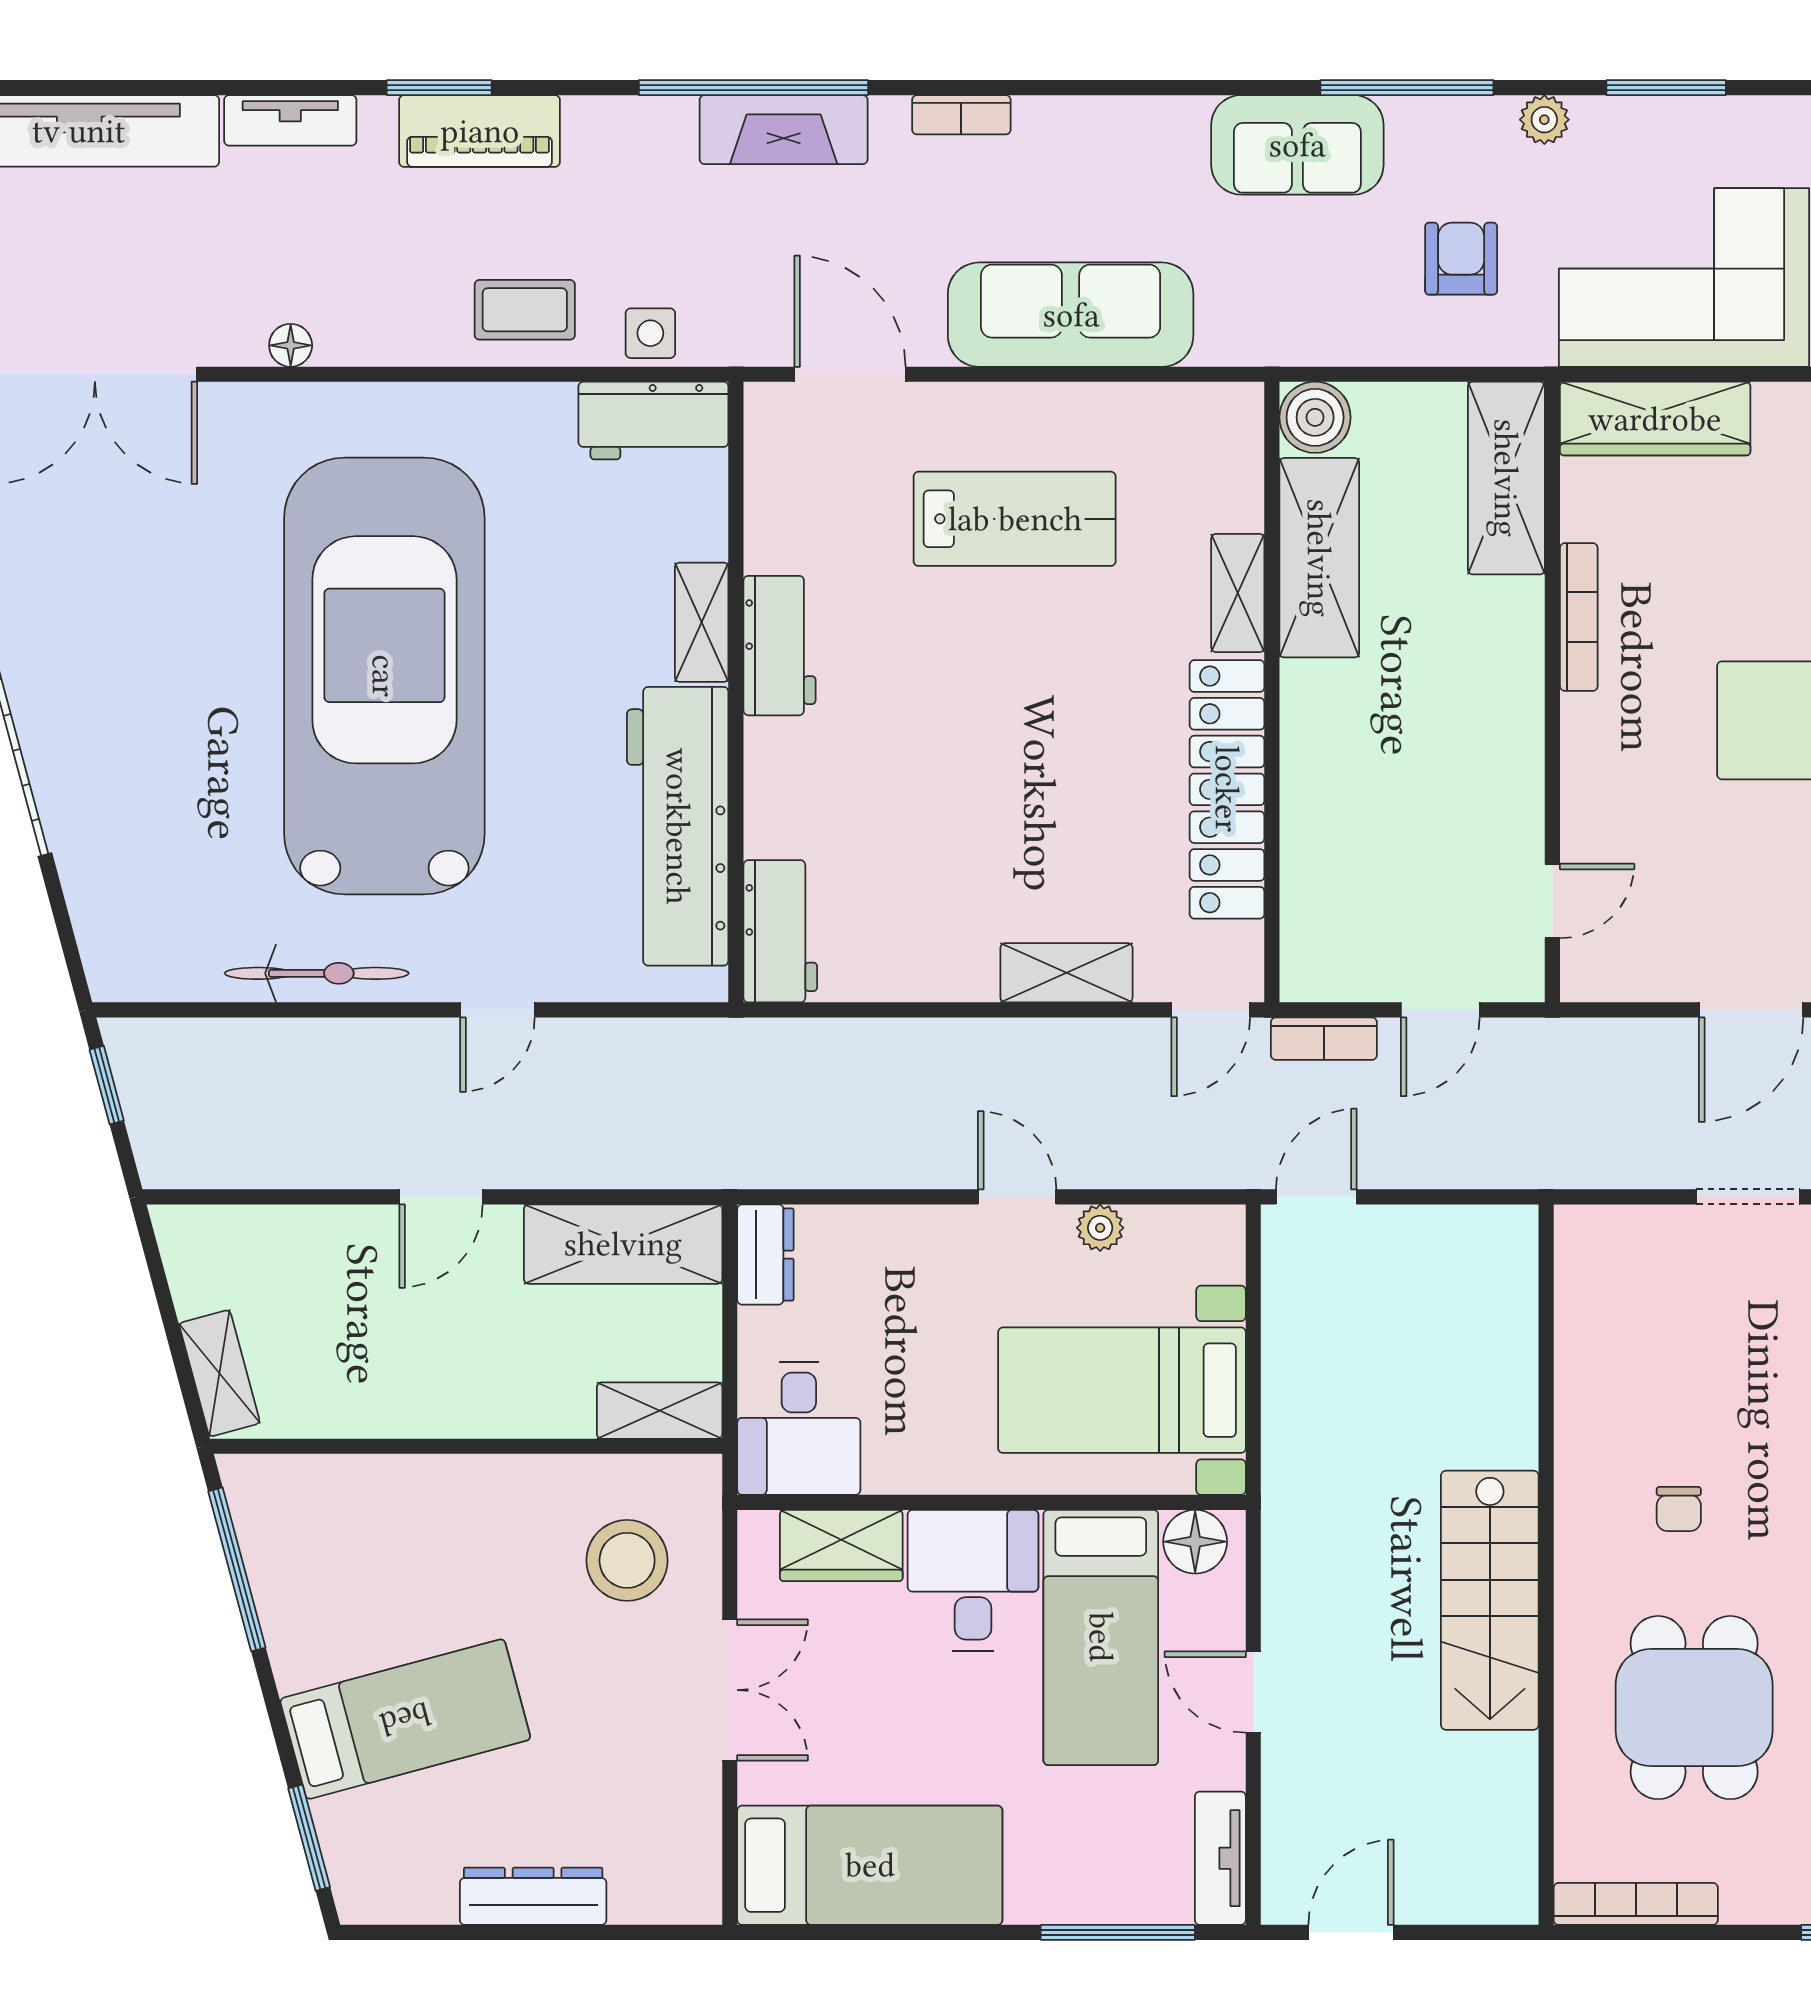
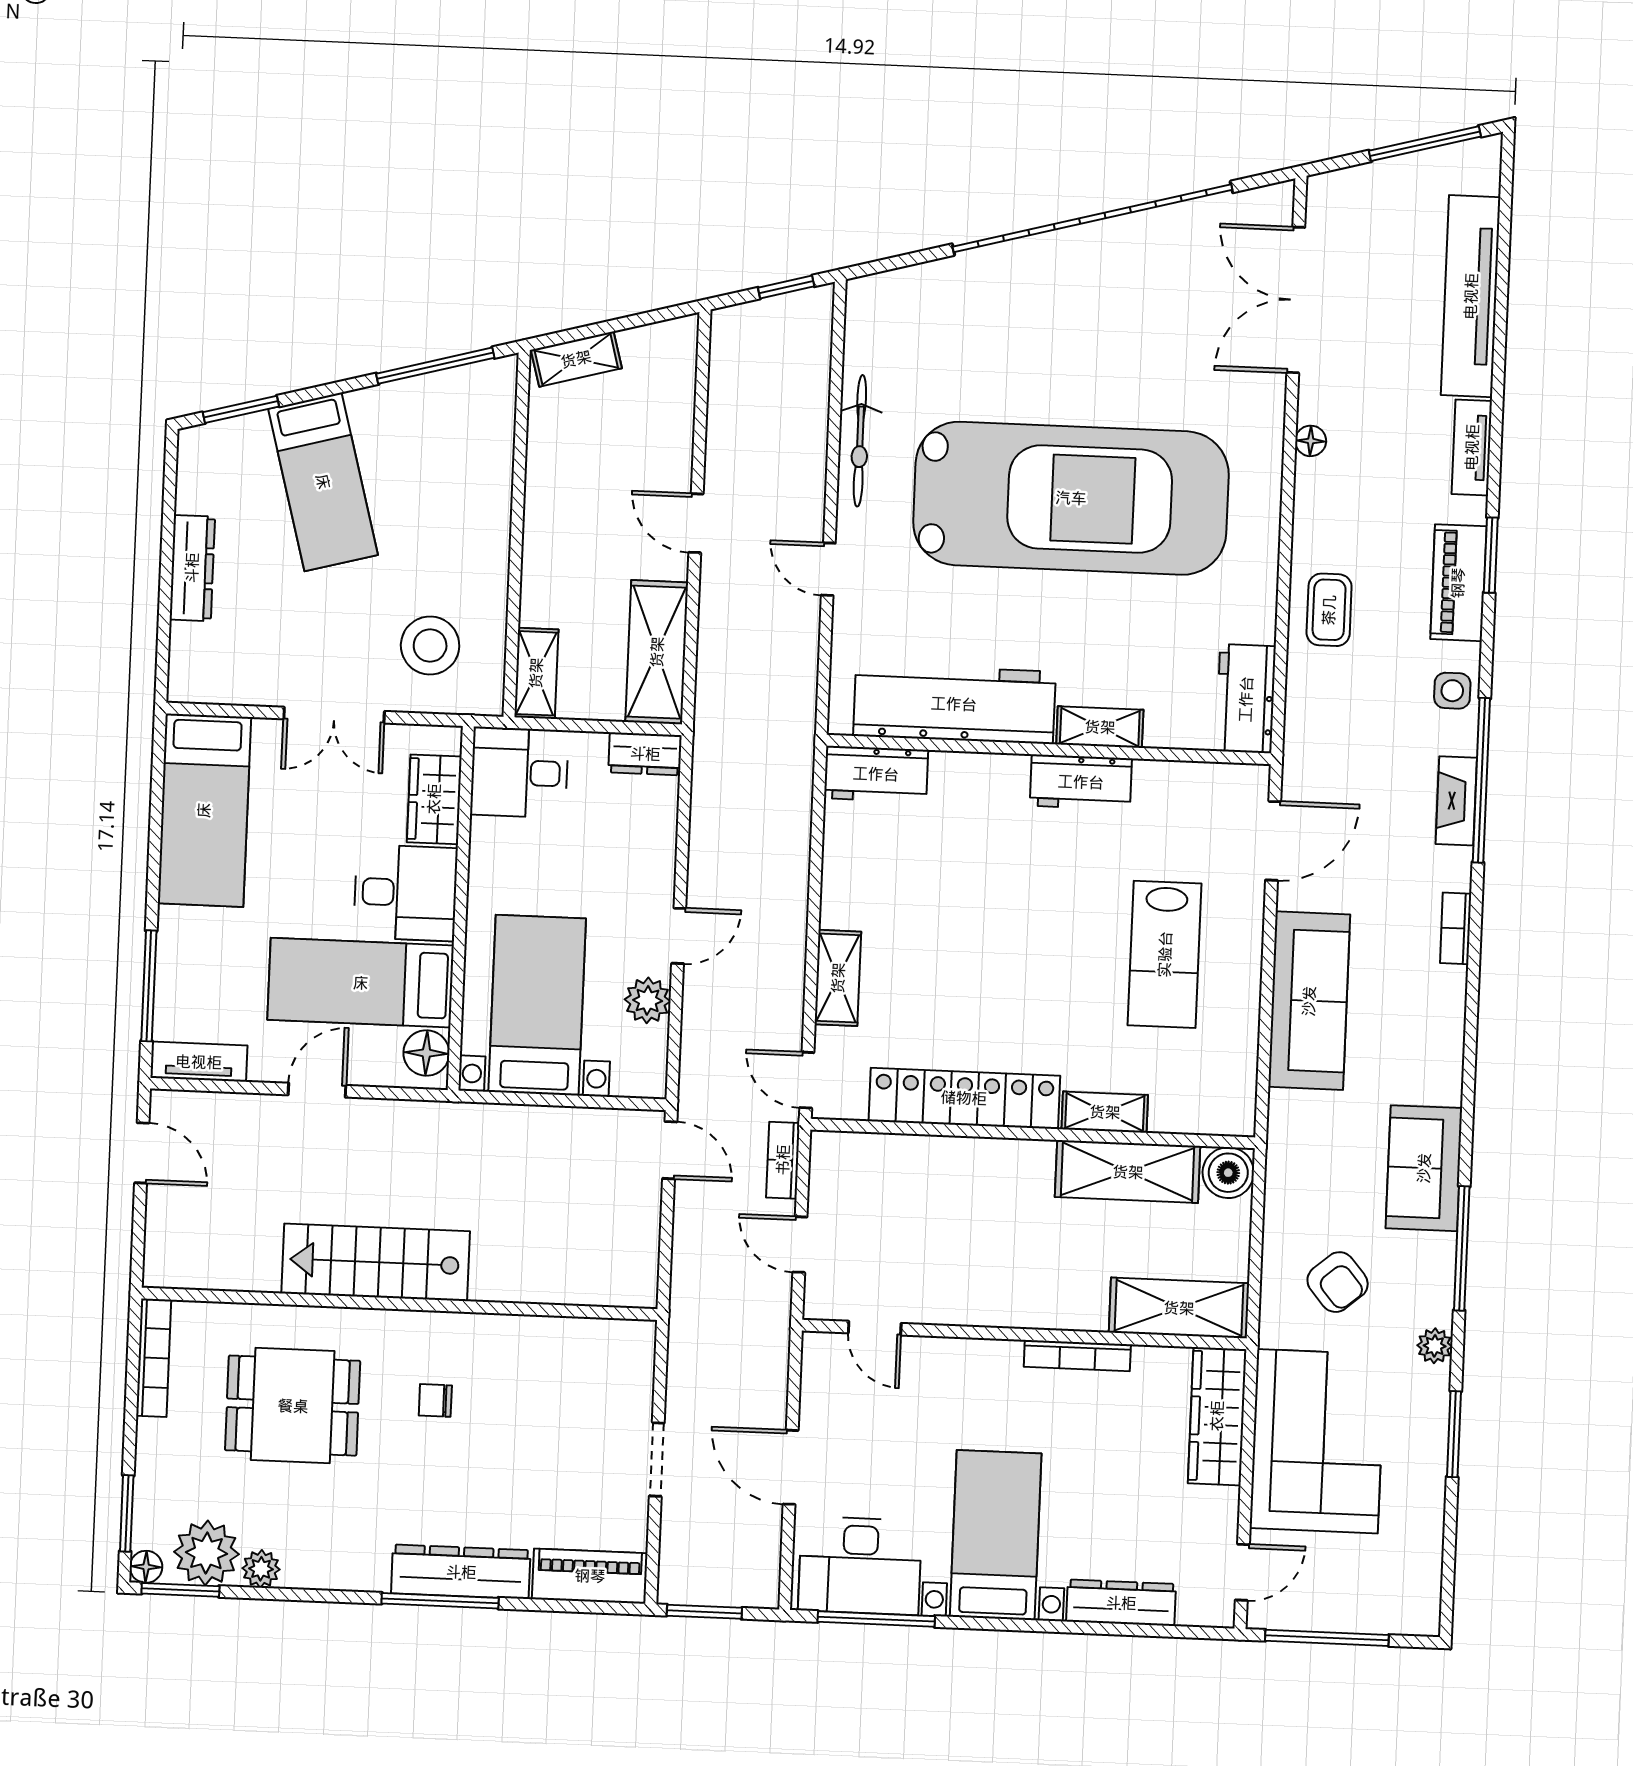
fireplace: (784, 130) -> (1456, 801), width x0.73, depth x0.76
armchair: (1461, 259) -> (1338, 1282), turned 50
side table: (650, 333) -> (1452, 691), moved
plant: (1100, 1228) -> (648, 1000), width x1.38, depth x1.38

